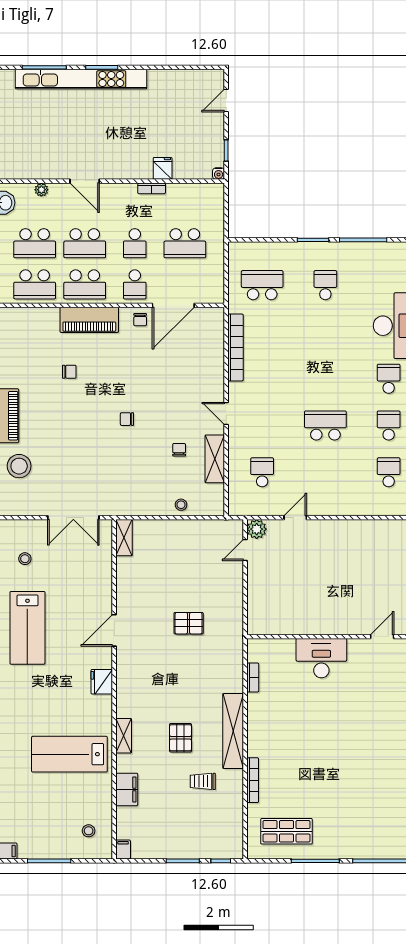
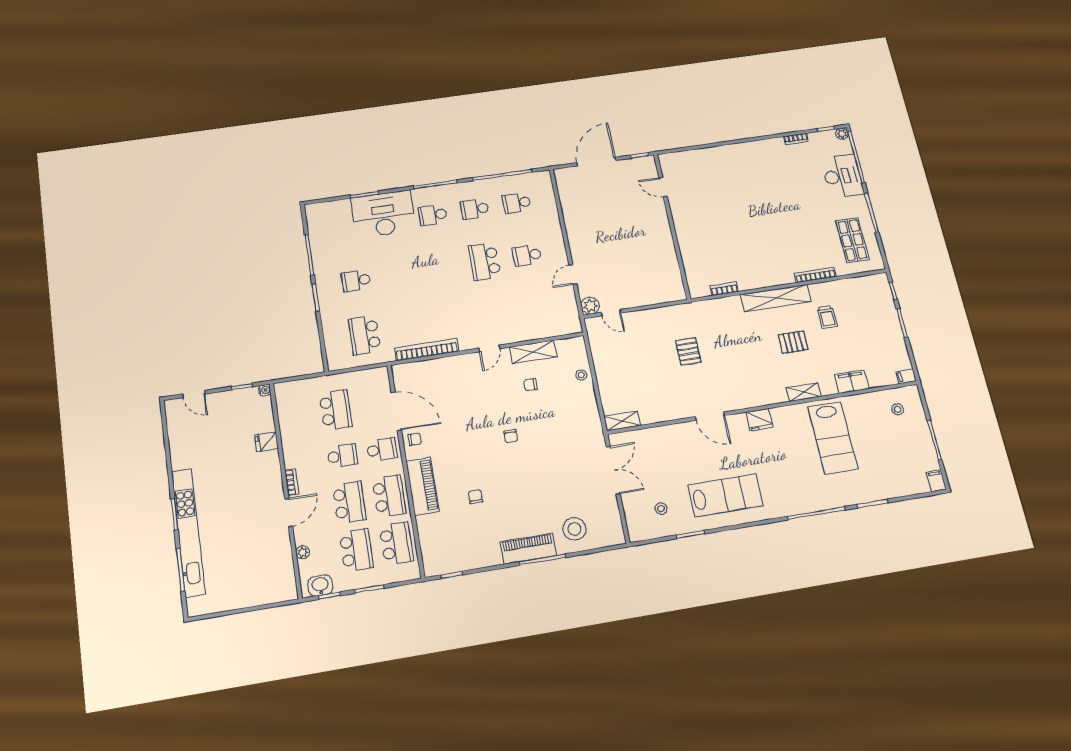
bookcase: (152, 188) -> (292, 482), moved
school desk: (262, 472) -> (527, 255), moved
door: (295, 518) -> (573, 275), hinge flipped
desk: (321, 658) -> (842, 176), moved, turned 180

